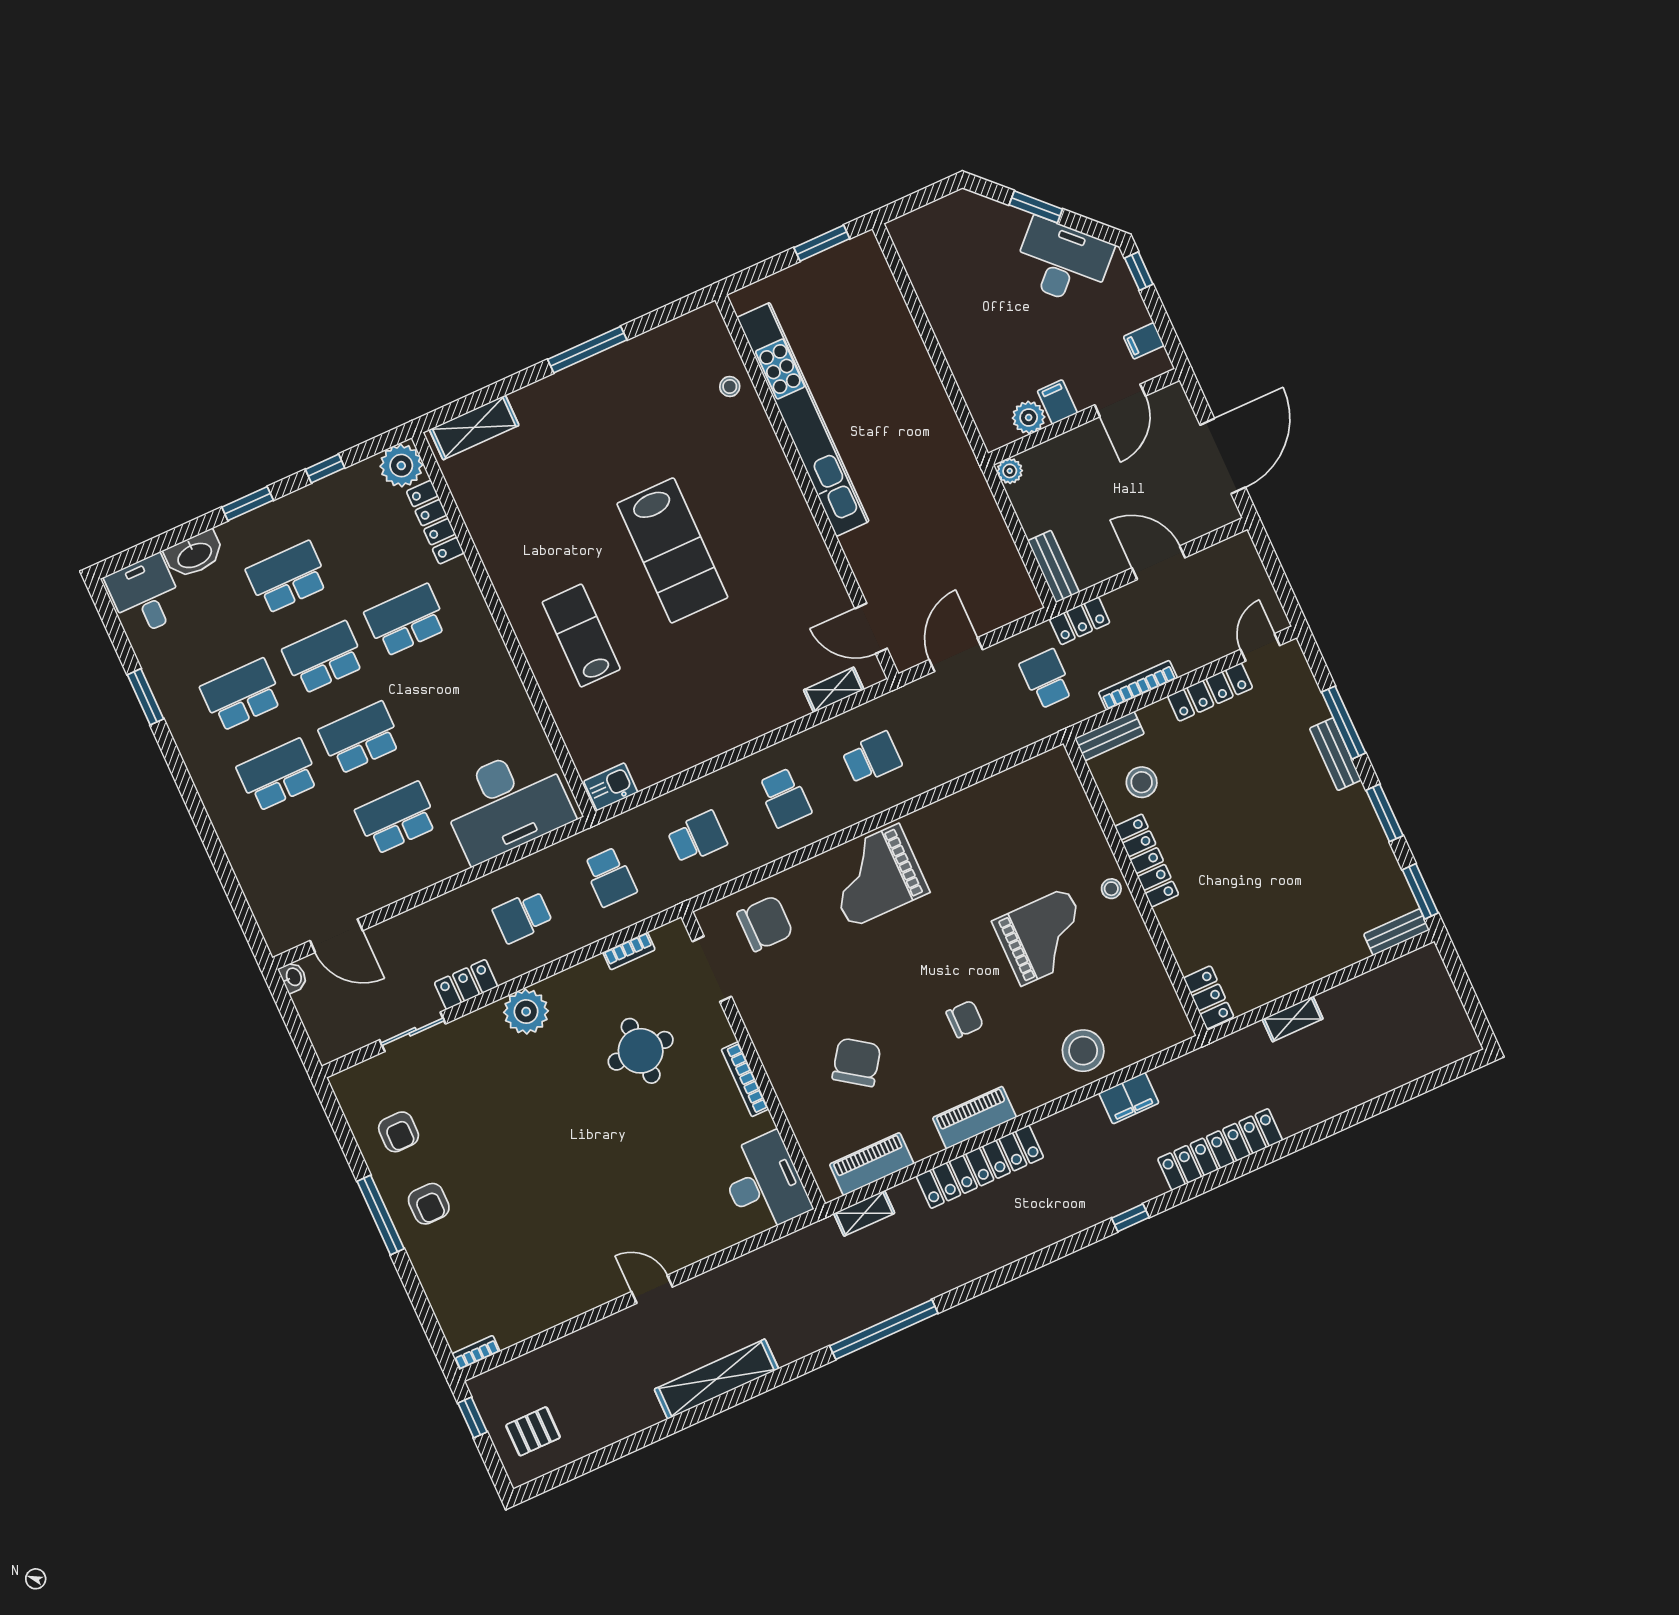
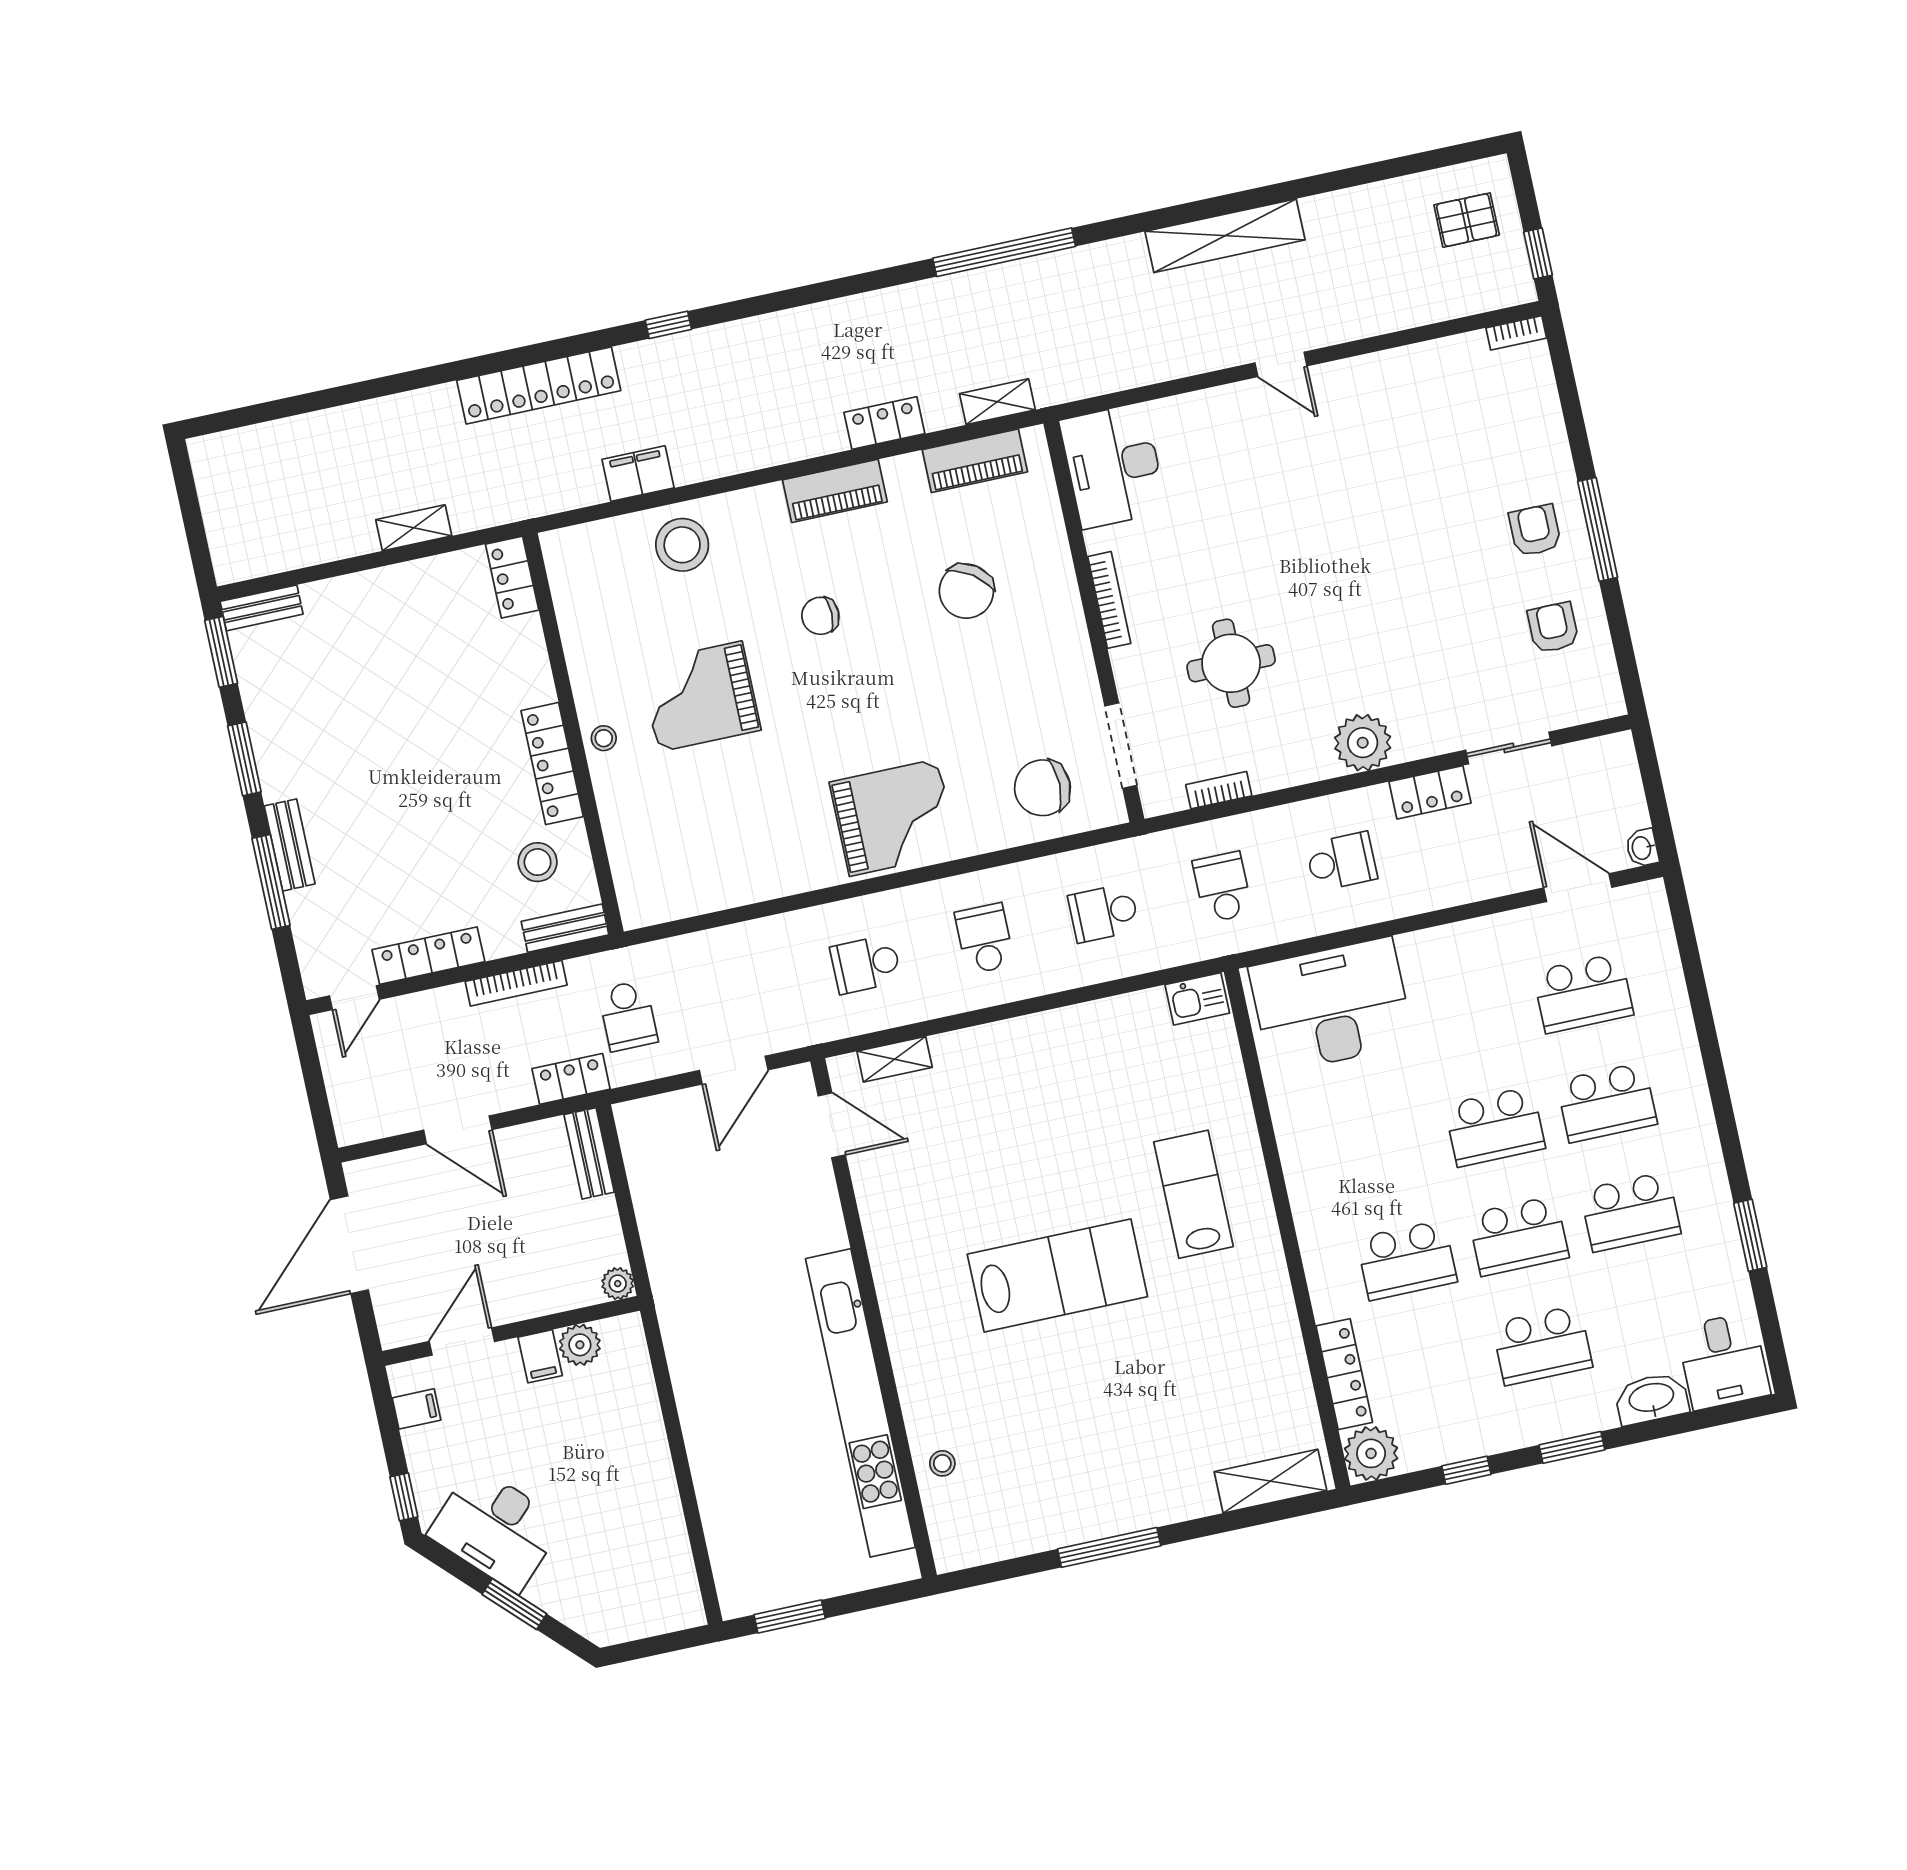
lab bench: (672, 550) -> (1057, 1275), turned 90
lab bench: (581, 636) -> (1193, 1194), turned 180
school desk: (397, 818) -> (1583, 993), moved
locker: (980, 1167) -> (884, 423), width x0.46, depth x0.83

